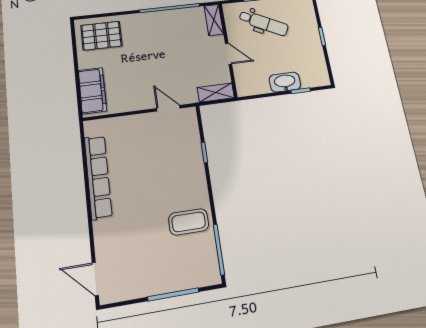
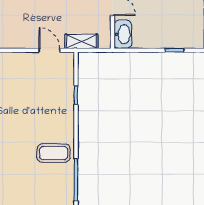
washbasin: (285, 82) -> (123, 34), moved, turned 90
shelving: (216, 93) -> (81, 41), moved

